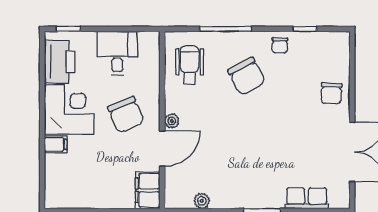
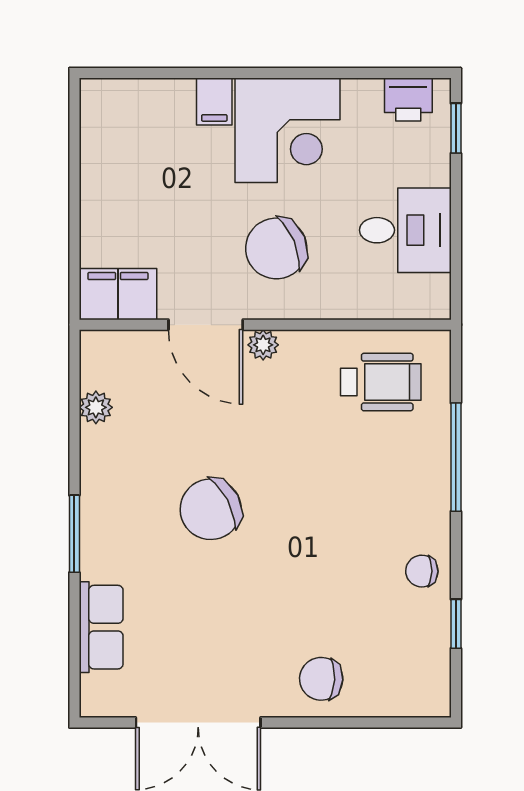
printer: (60, 62) -> (408, 100), width x0.53, depth x0.68
chair: (247, 76) -> (211, 509), moved

